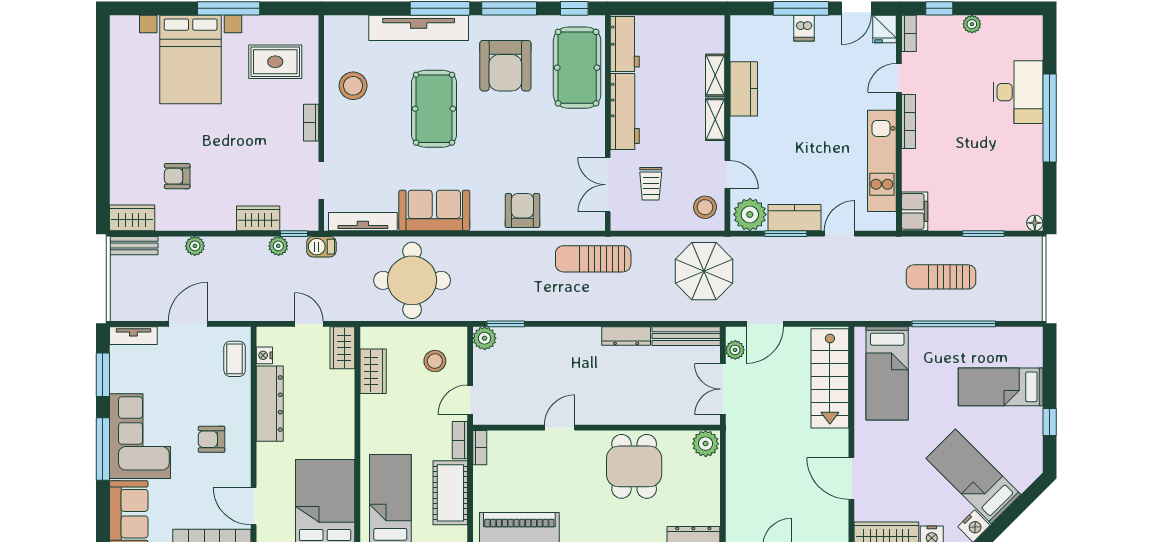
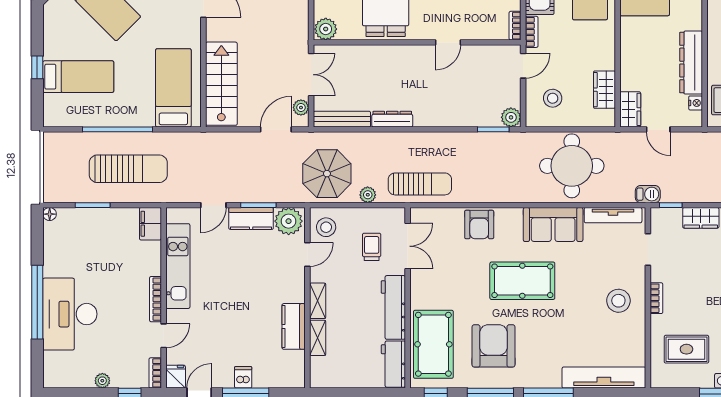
tv unit: (419, 28) -> (604, 378), moved
stool: (353, 86) -> (618, 301), moved
desk: (1018, 92) -> (70, 314), width x1.36, depth x1.30
pool table: (434, 109) -> (522, 281), moved, turned 90
door: (727, 175) -> (307, 255), swing flipped
plant: (278, 246) -> (368, 195), moved
sun lounger: (941, 277) -> (128, 169), width x1.36, depth x1.34
window: (1050, 422) -> (37, 67), moved

